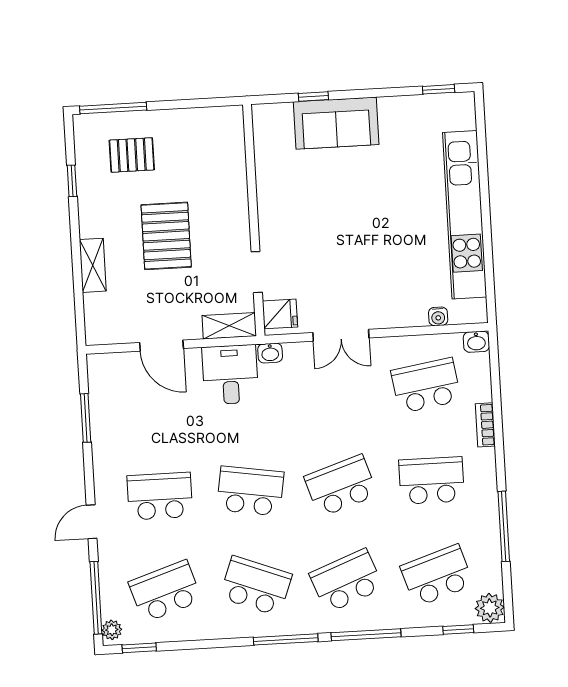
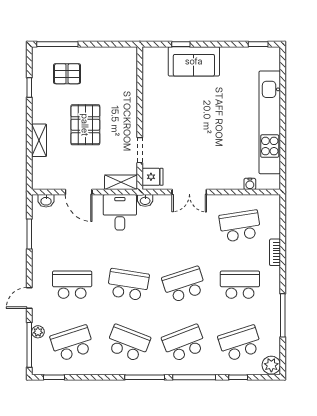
washbasin: (476, 342) -> (46, 201), moved
window: (458, 629) -> (238, 377), moved
plant: (112, 630) -> (38, 332), moved

